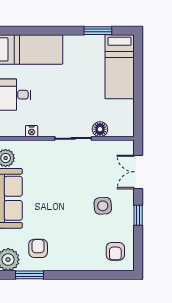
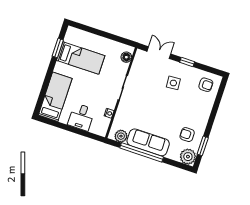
bed: (120, 67) -> (81, 58), moved
floor lamp: (100, 129) -> (126, 57), moved
double door: (138, 172) -> (159, 53), swing flipped

